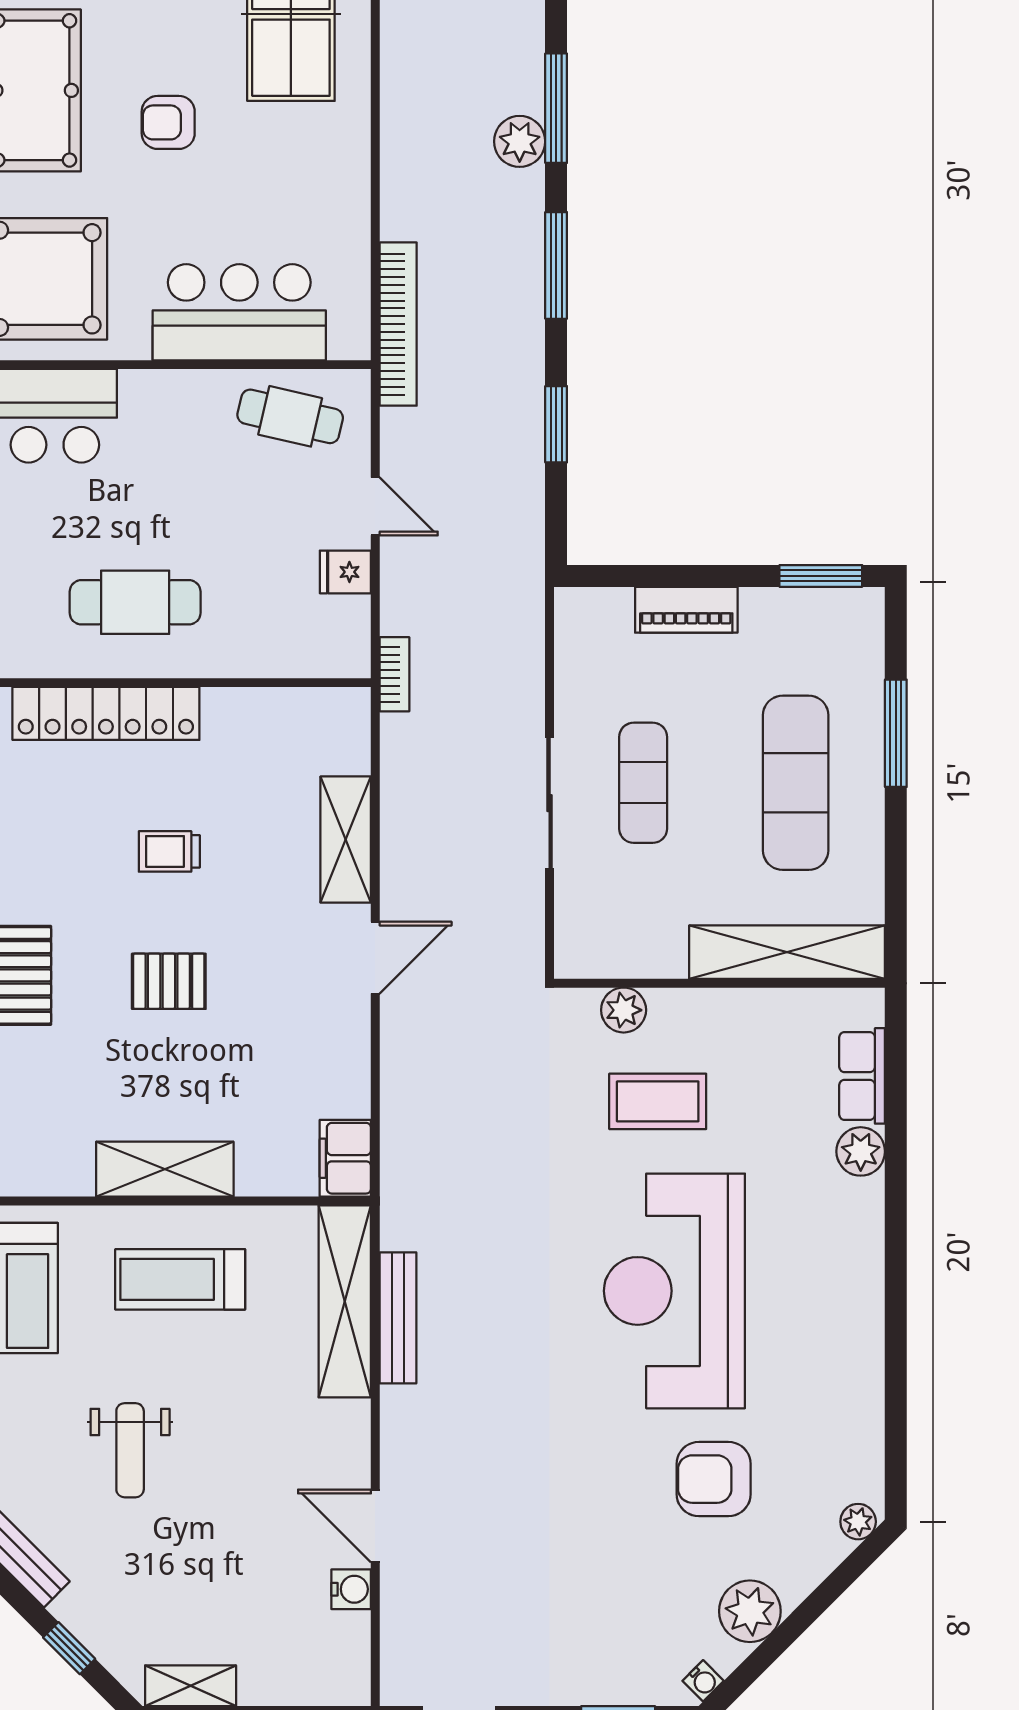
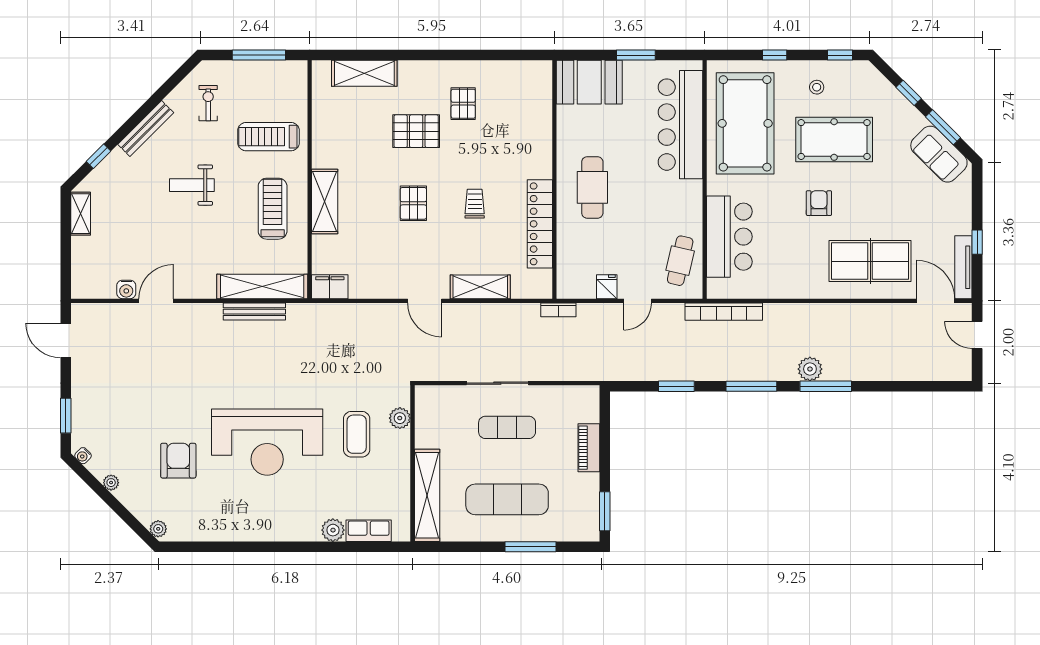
locker: (106, 713) -> (540, 224), moved
reception desk: (674, 1291) -> (267, 442), turned 180
plant: (750, 1611) -> (111, 483), width x0.53, depth x0.53

